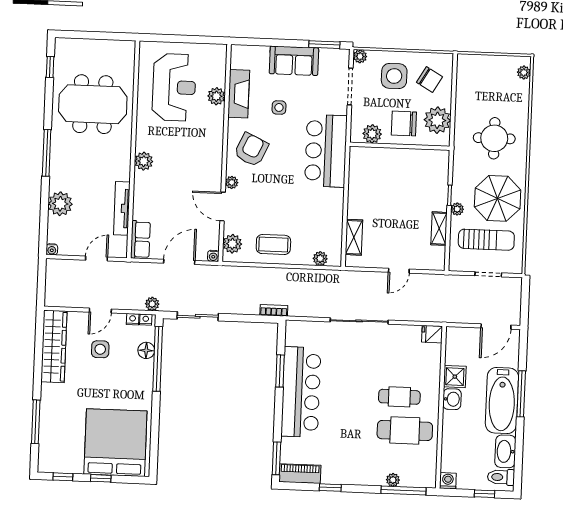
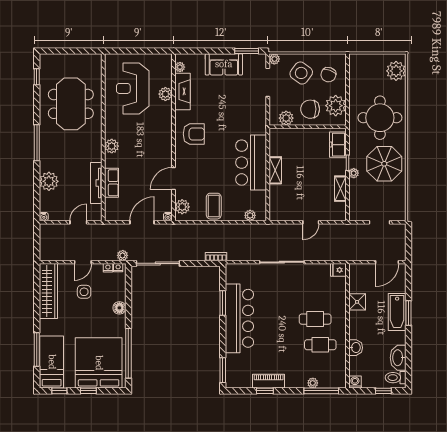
plant: (524, 73) -> (396, 71), width x1.88, depth x1.88
side table: (394, 76) -> (301, 73), turned 37
chair: (429, 80) -> (328, 75), turned 81
reception desk: (174, 87) -> (133, 88), turned 180
meeting table: (93, 104) -> (71, 104), turned 90
side table: (279, 107) -> (214, 101), removed
round table: (494, 138) -> (380, 118), width x1.36, depth x1.36
armchair: (251, 150) -> (194, 134), turned 65
bar counter: (326, 151) -> (251, 163), moved
freezer: (438, 171) -> (338, 145), added
plant: (232, 182) -> (180, 67), moved
door: (223, 207) -> (174, 179), hinge flipped
shelving: (354, 237) -> (275, 170), moved
row of seats: (140, 240) -> (111, 183), moved
sun lounger: (486, 240) -> (377, 196), removed
coffee table: (273, 244) -> (214, 206), turned 90
sliding door: (198, 316) -> (158, 263), width x1.37
floor lamp: (146, 350) -> (119, 308), moved
window: (158, 359) -> (128, 353), moved
window: (521, 394) -> (408, 313), width x0.69
washbasin: (452, 399) -> (356, 348), moved
bathtub: (502, 400) -> (397, 312), width x0.73, depth x0.73
cafe table: (405, 430) -> (320, 345), width x0.73, depth x0.74
bed: (54, 439) -> (52, 362), added
piano: (300, 474) -> (269, 381), moved

